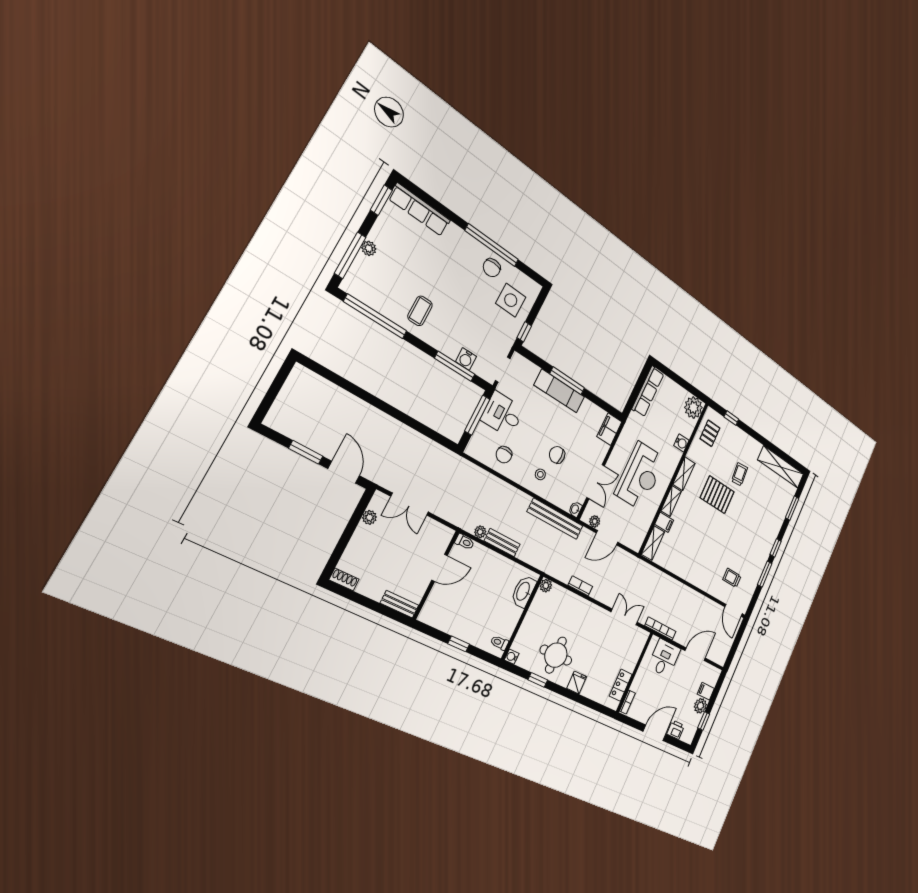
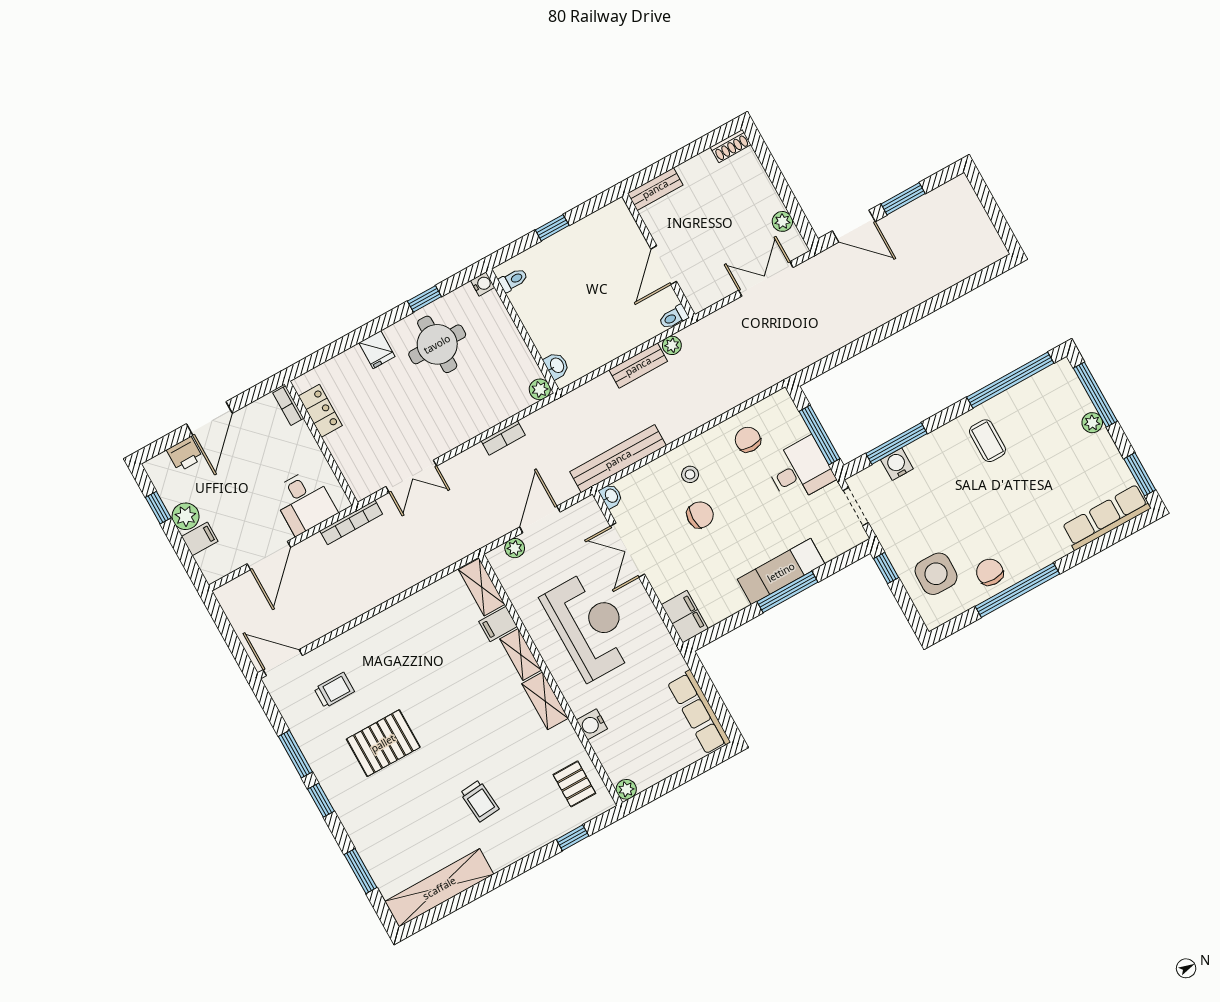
plant: (693, 407) -> (626, 789), width x0.53, depth x0.53
reception desk: (640, 476) -> (590, 626), turned 180
pallet: (717, 495) -> (383, 743), moved
plant: (595, 521) -> (515, 548), moved
washbasin: (523, 591) -> (557, 366), width x0.52, depth x0.69

